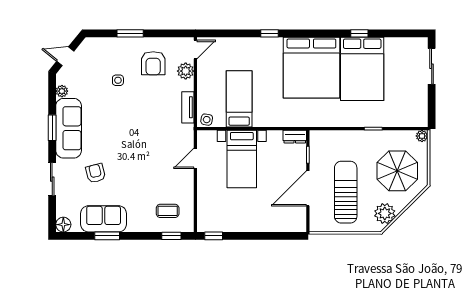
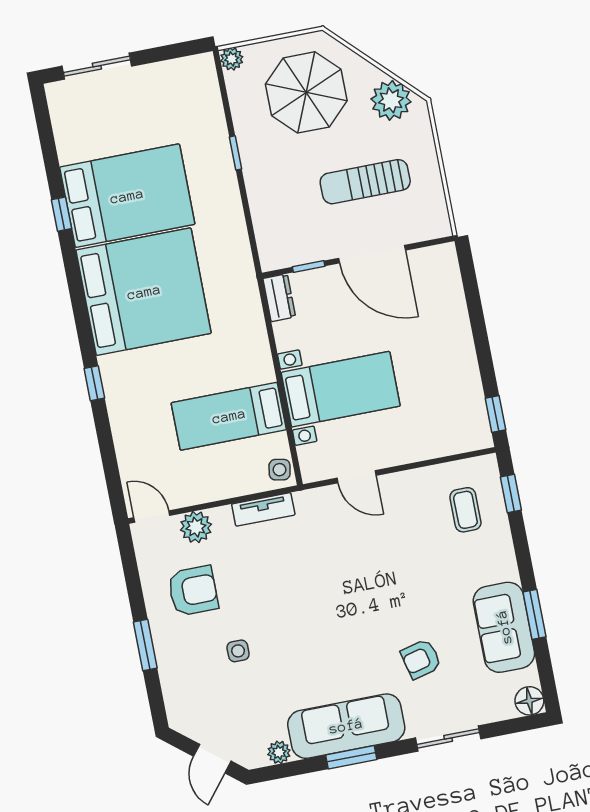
sun lounger: (346, 192) -> (365, 182), width x0.73, depth x0.75

